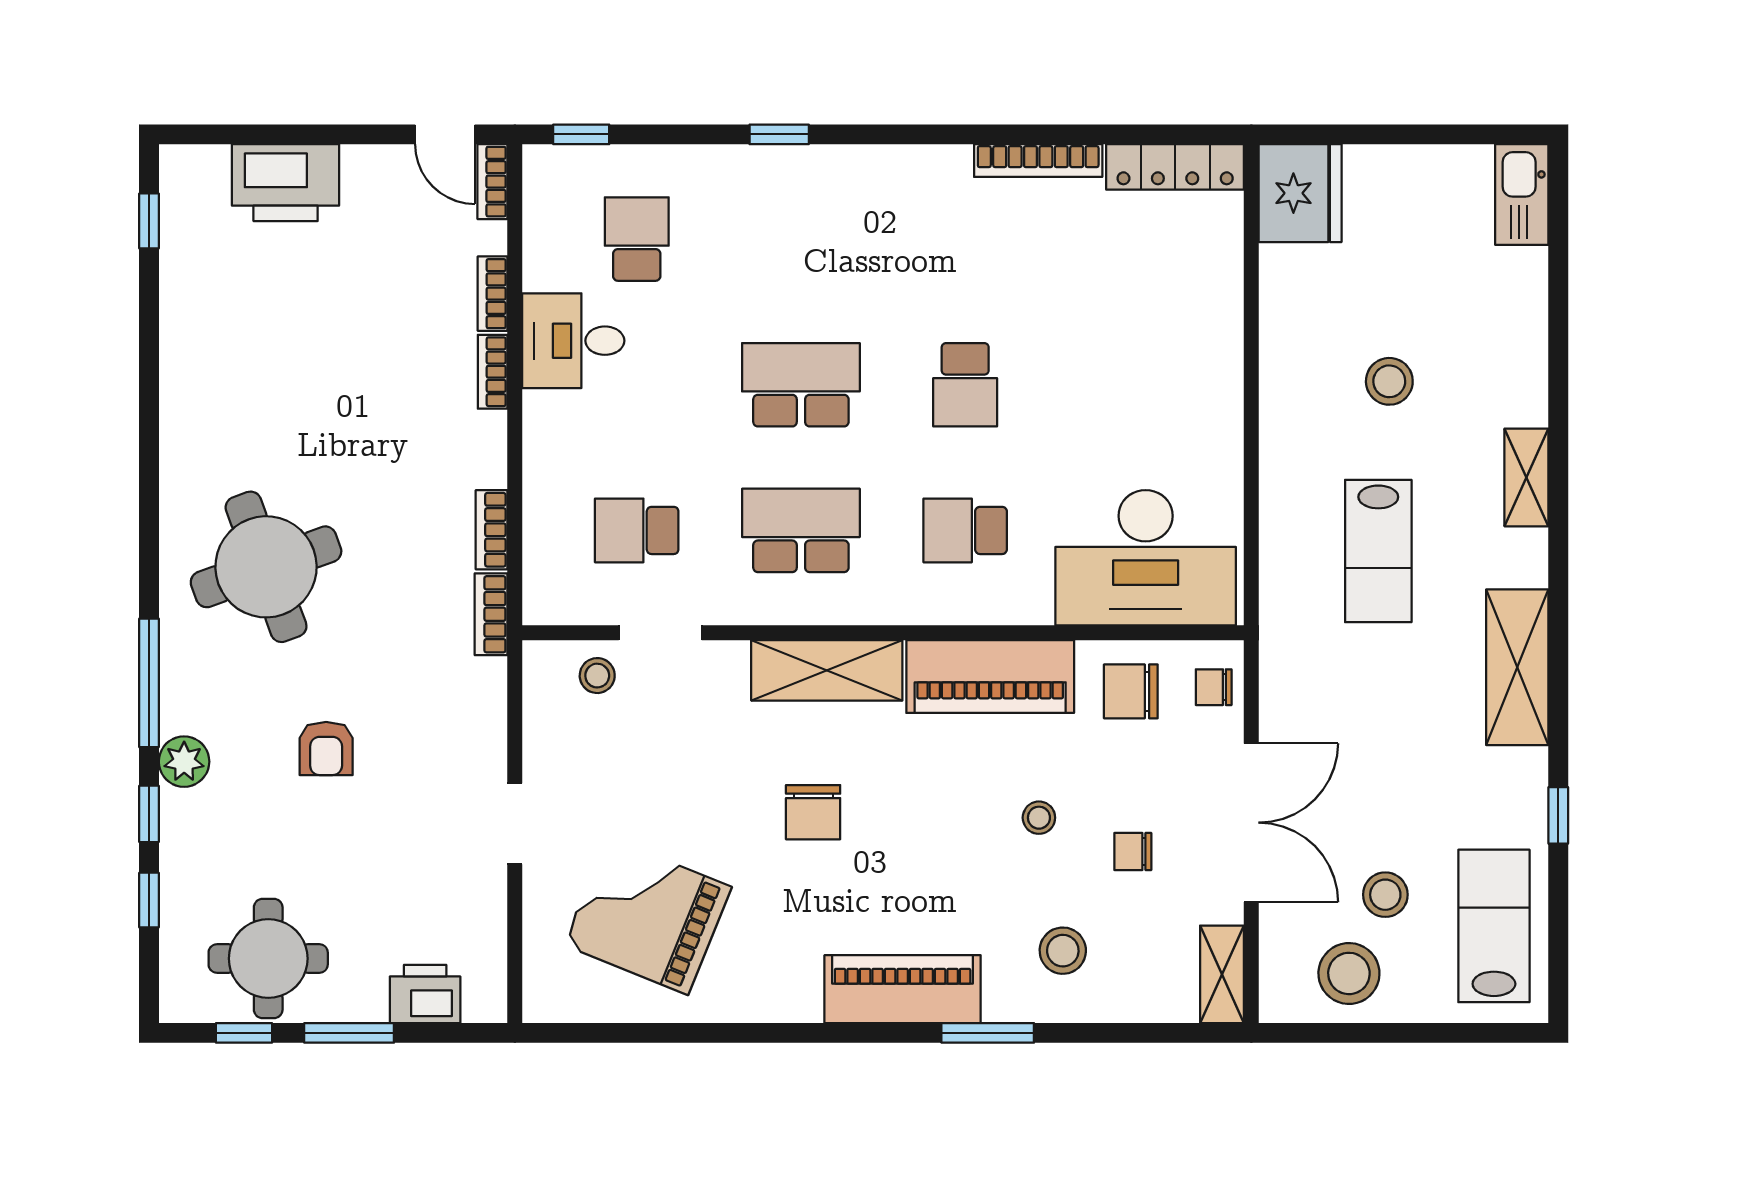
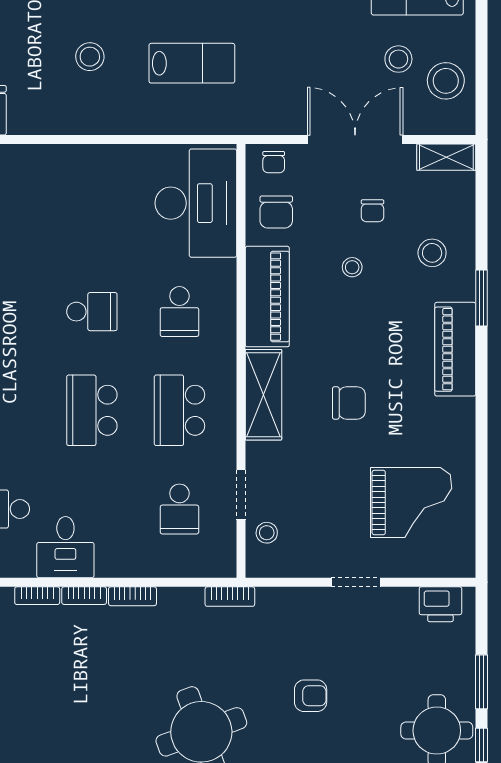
bookcase: (492, 530) -> (132, 596), moved
grand piano: (648, 916) -> (411, 502), turned -112
printer: (425, 994) -> (440, 604), moved, turned -90

